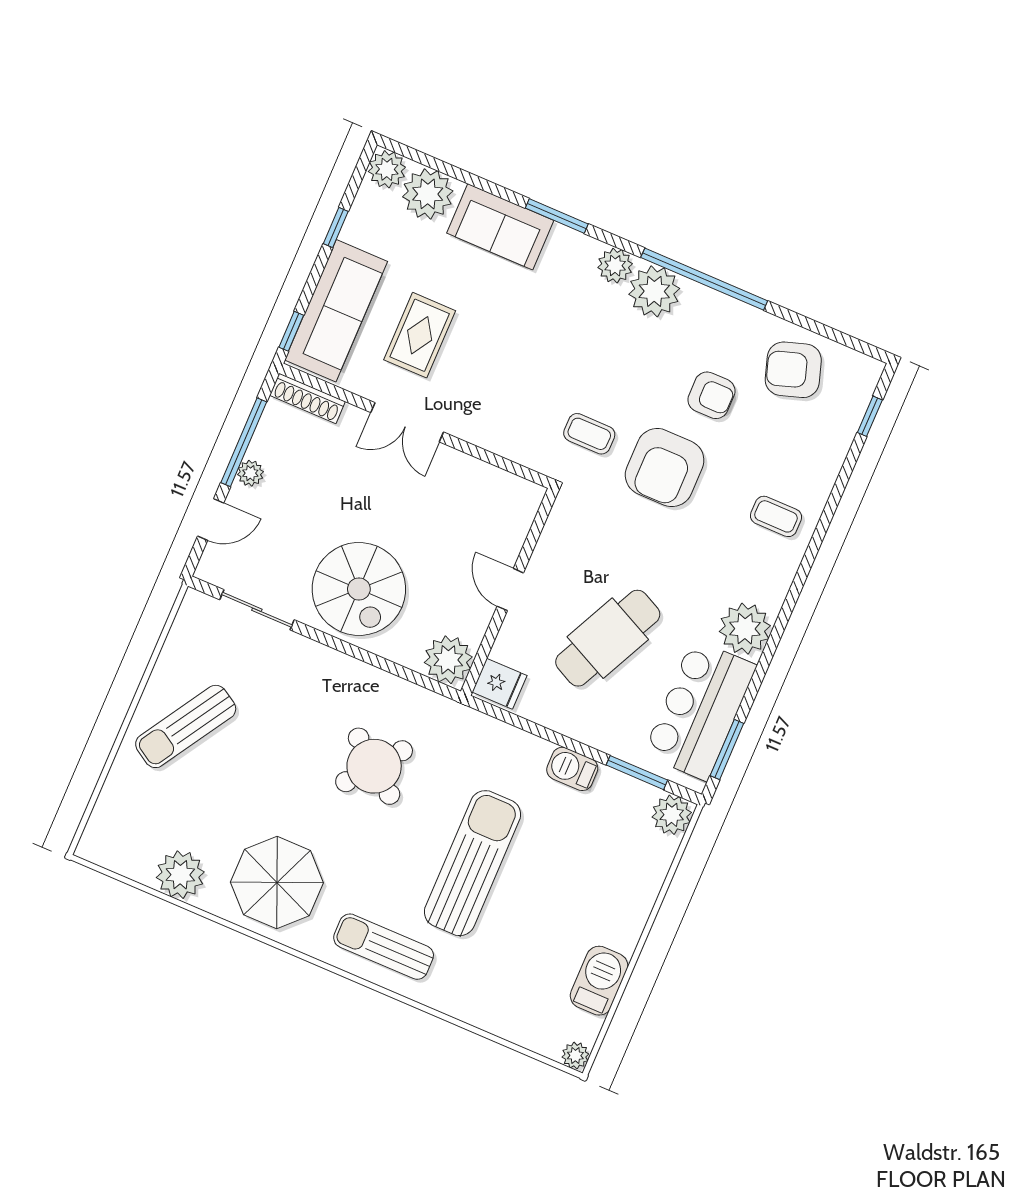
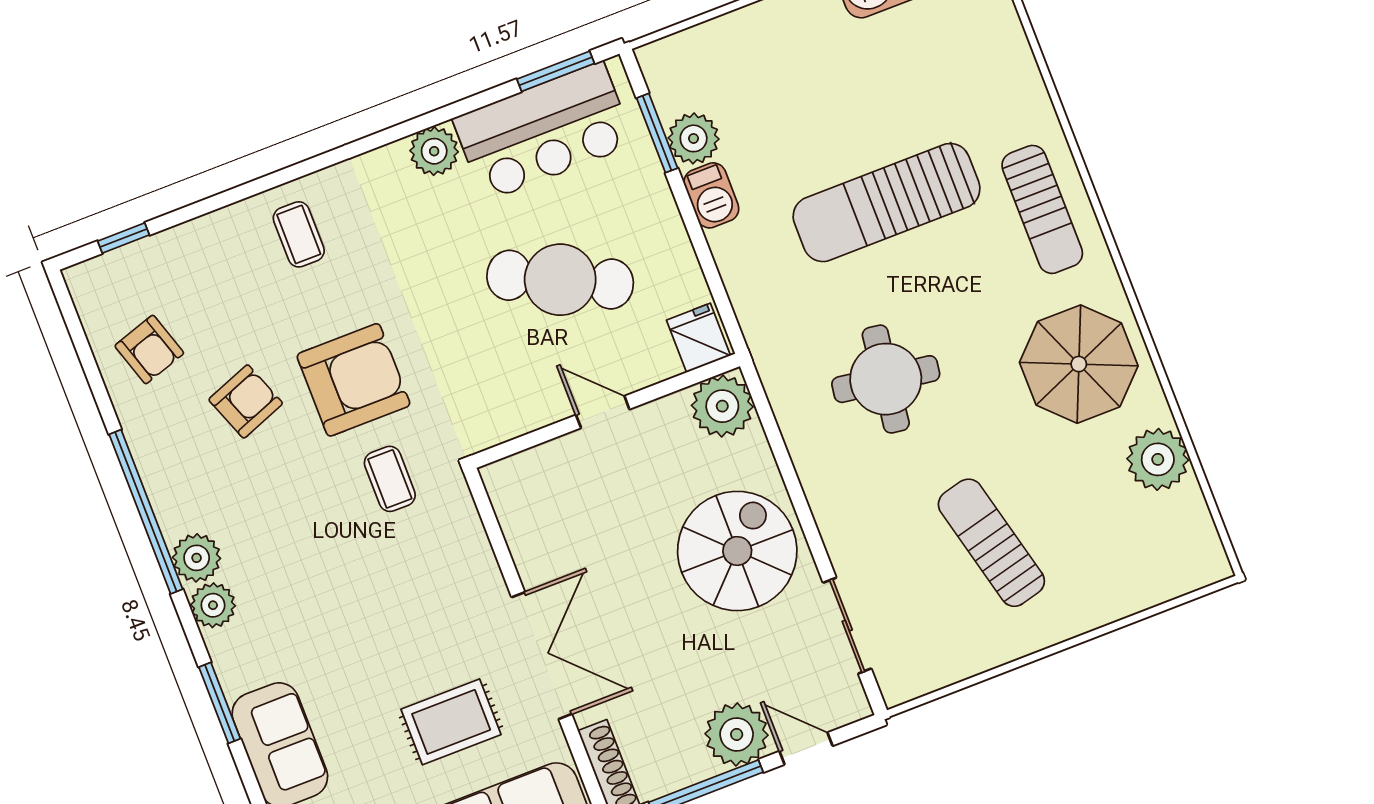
plant: (654, 291) -> (197, 558), width x0.73, depth x0.73
armchair: (793, 370) -> (149, 349), width x0.72, depth x0.72
armchair: (711, 395) -> (246, 401), turned 69
double door: (407, 422) -> (542, 656), width x1.37
plant: (250, 473) -> (737, 734), width x1.88, depth x1.88
door: (510, 590) -> (603, 412), swing flipped
plant: (745, 629) -> (434, 151), width x0.73, depth x0.73
sun lounger: (186, 726) -> (991, 543), moved, turned -136
round table: (374, 766) -> (886, 379), turned -30
plant: (672, 815) -> (694, 138), moved

